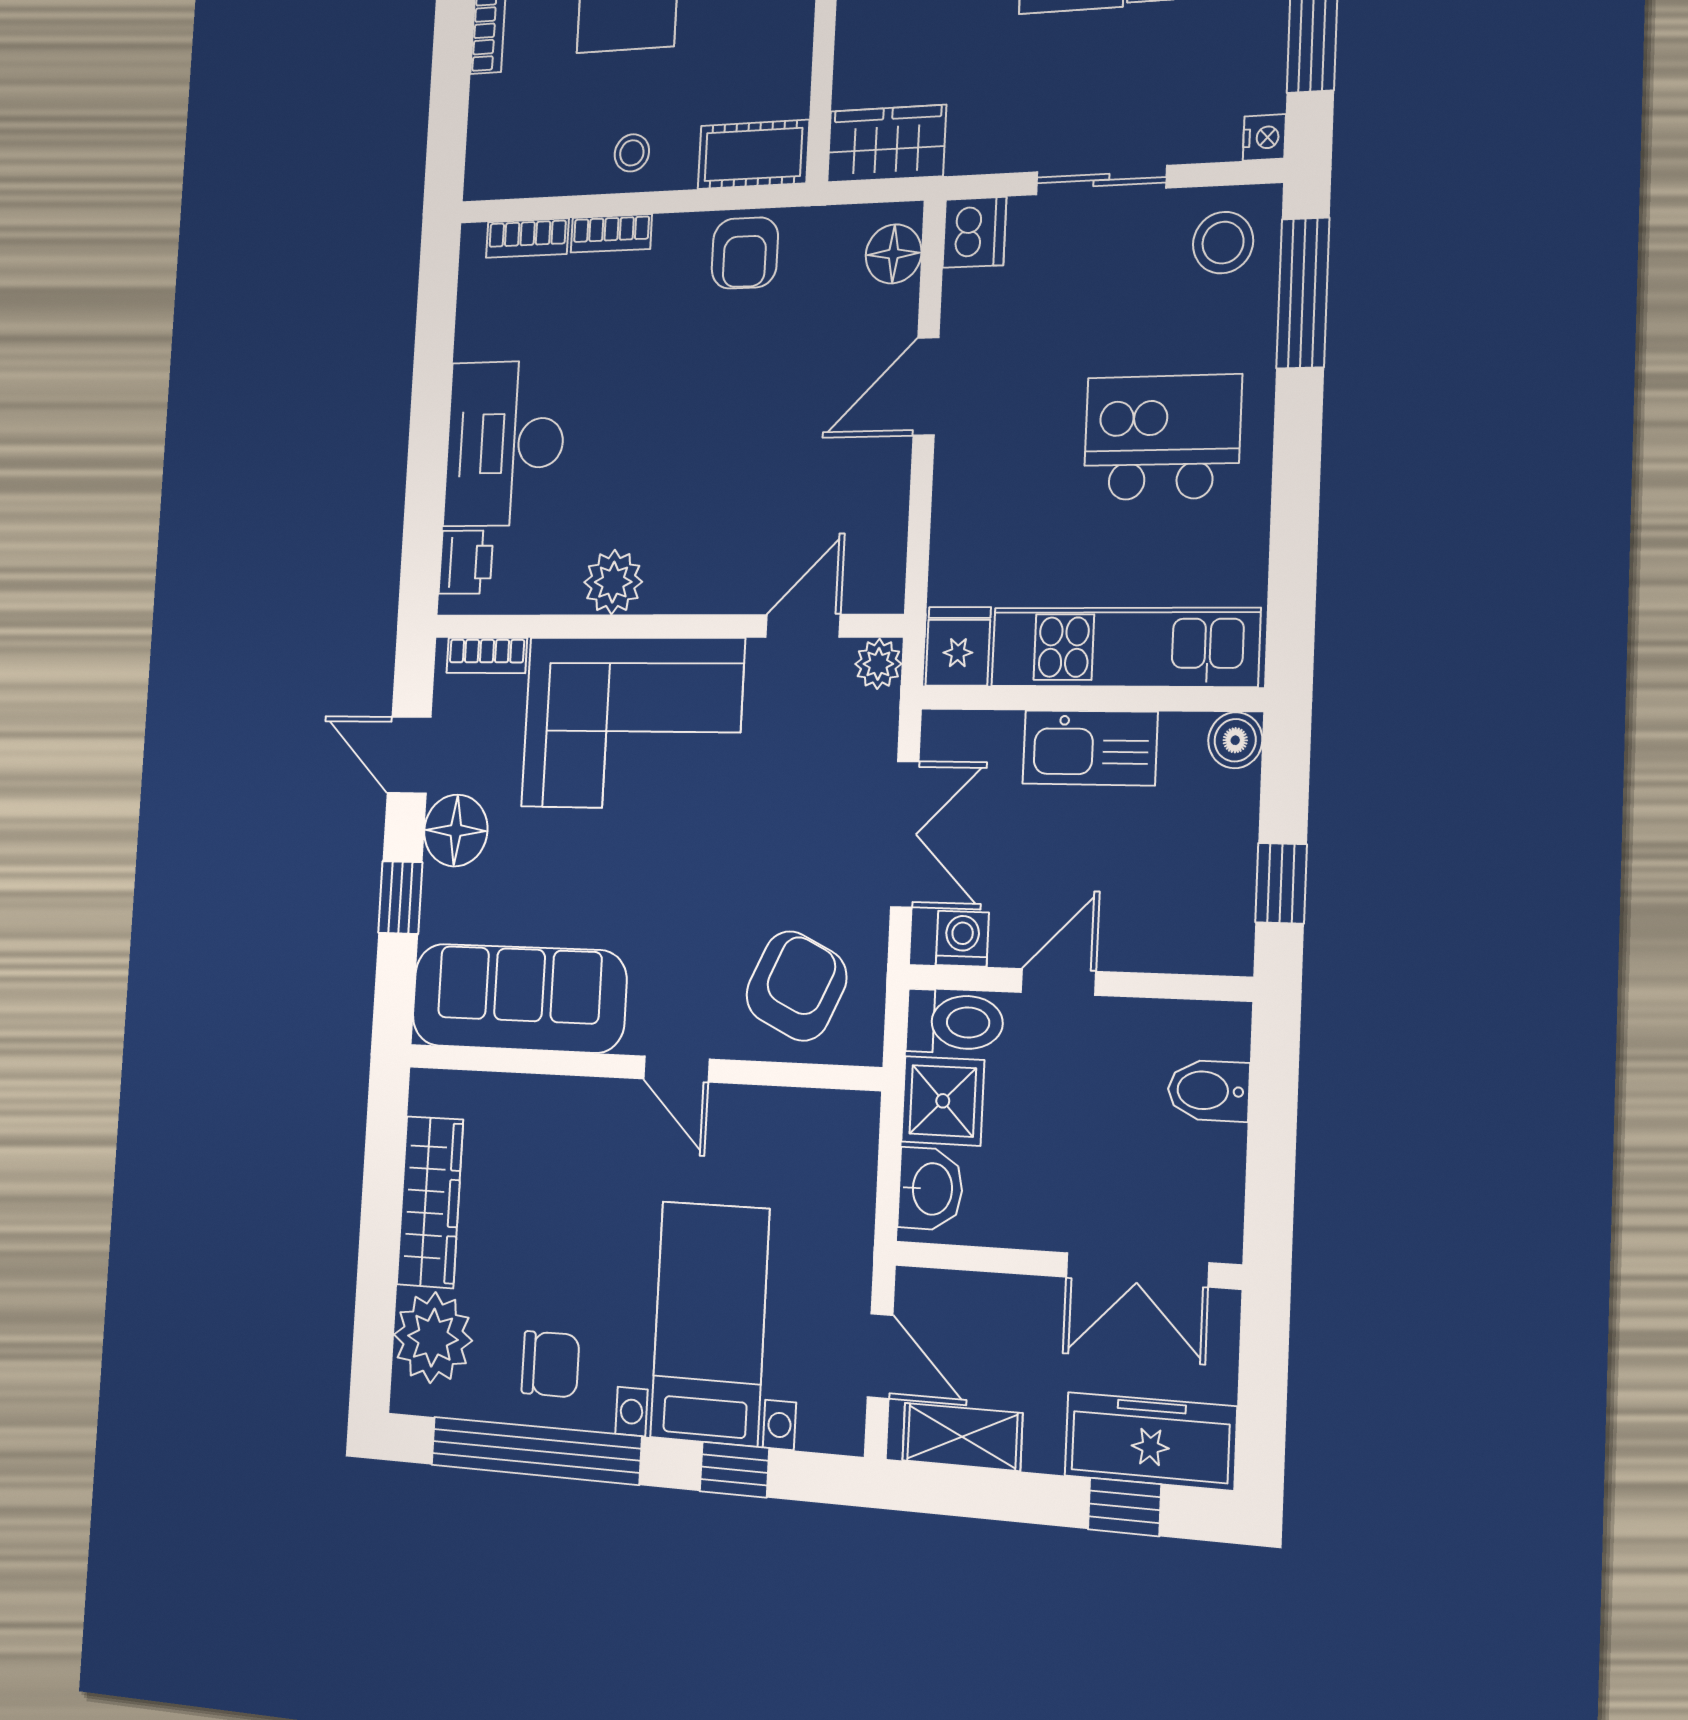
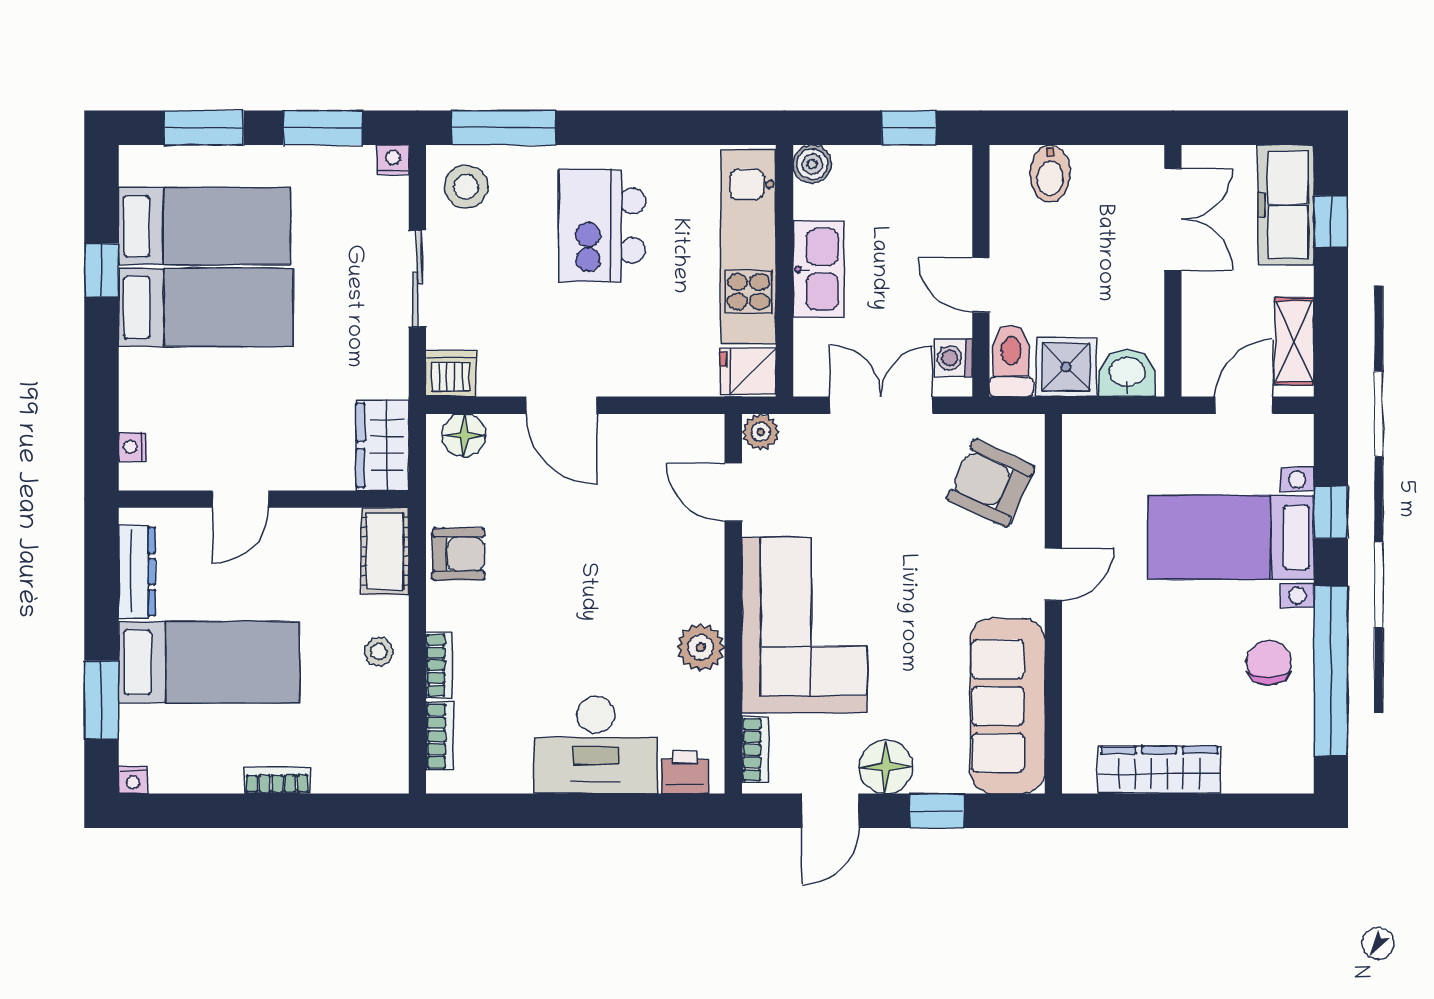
plant: (433, 1338) -> (1257, 761), removed

